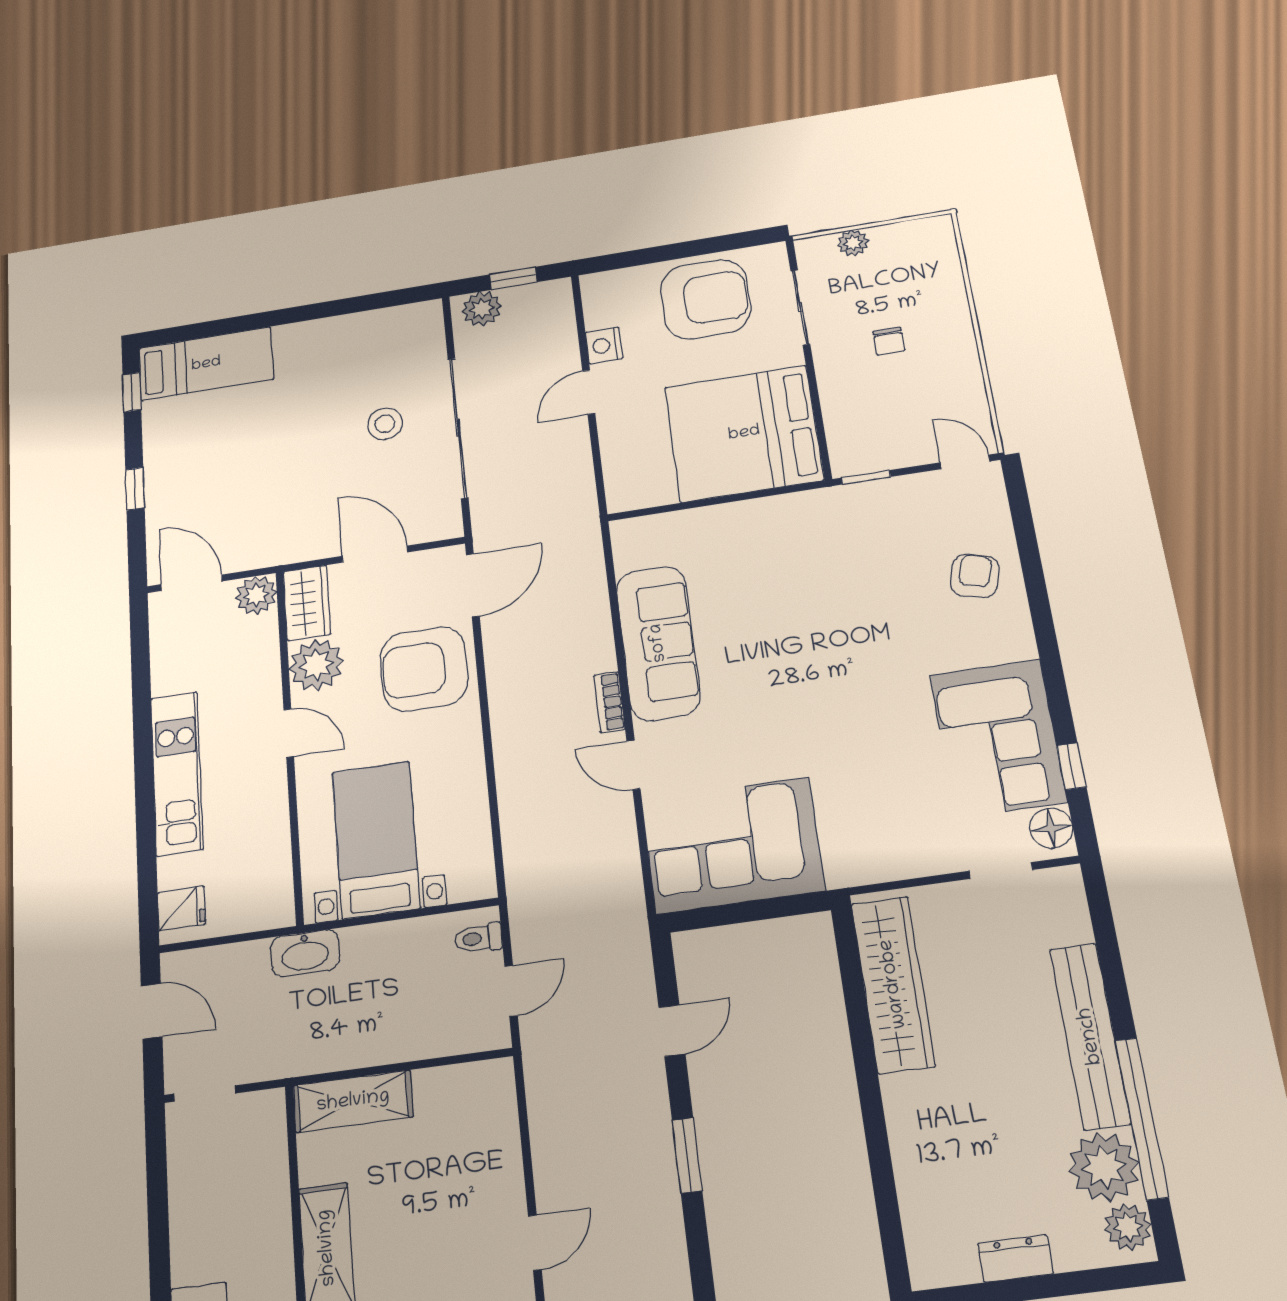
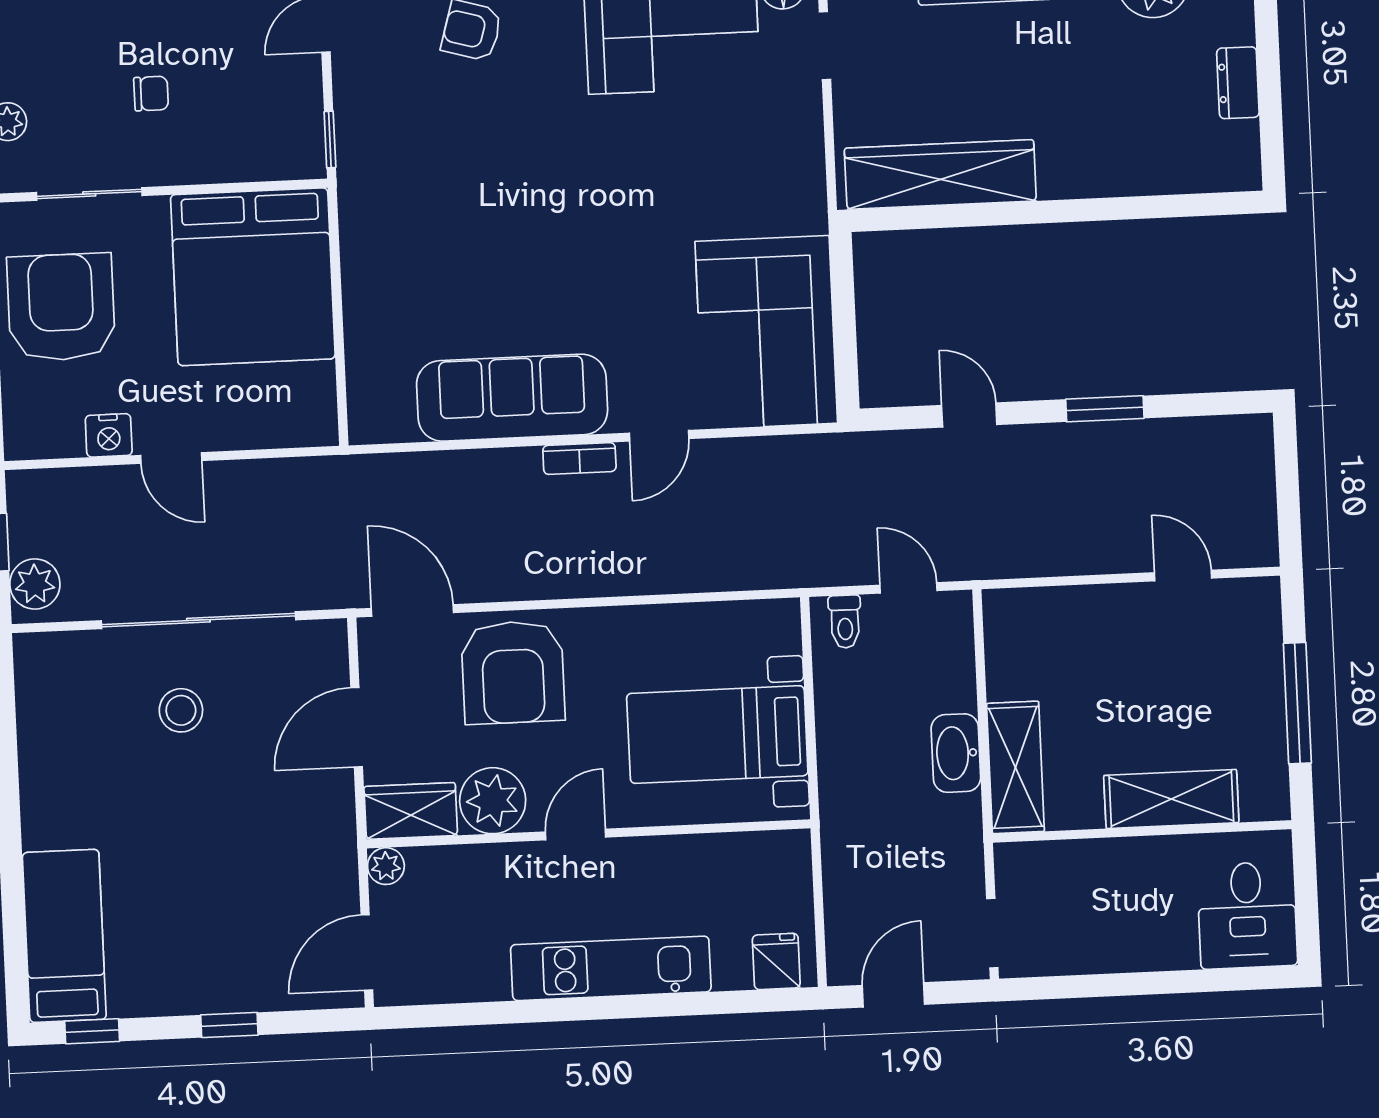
plant: (256, 595) -> (386, 866), width x0.73, depth x0.73
washbasin: (305, 953) -> (956, 753), moved, turned 180

